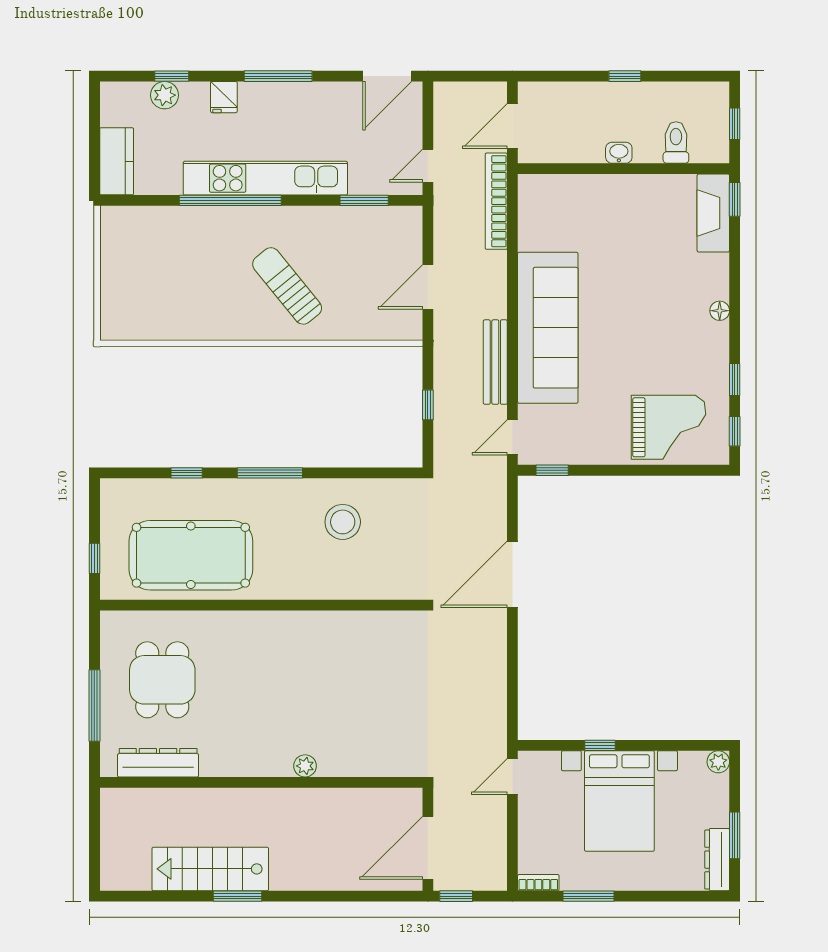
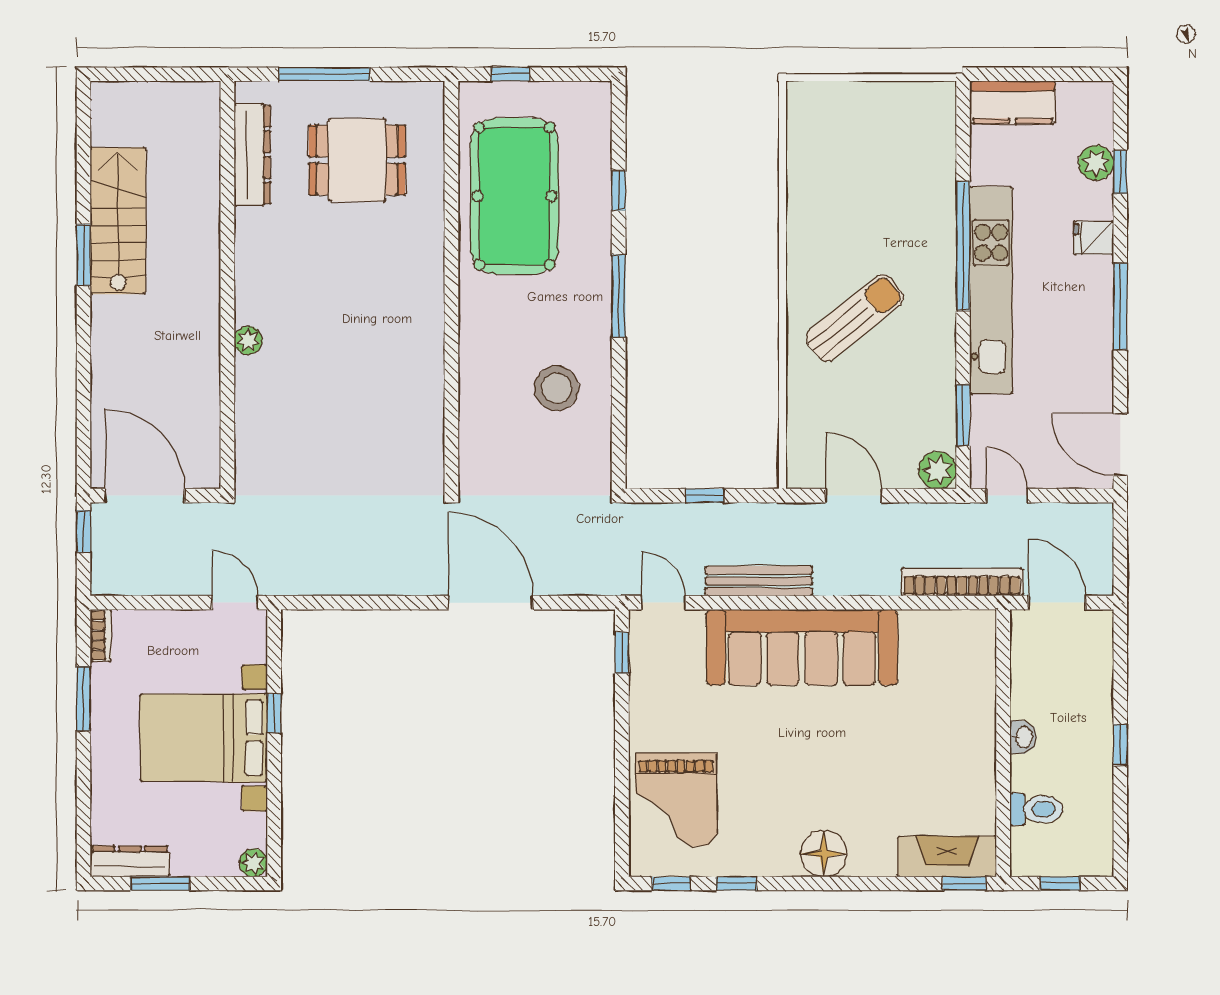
plant: (408, 221) -> (938, 470), added
floor lamp: (720, 311) -> (824, 854), width x1.89, depth x1.89

